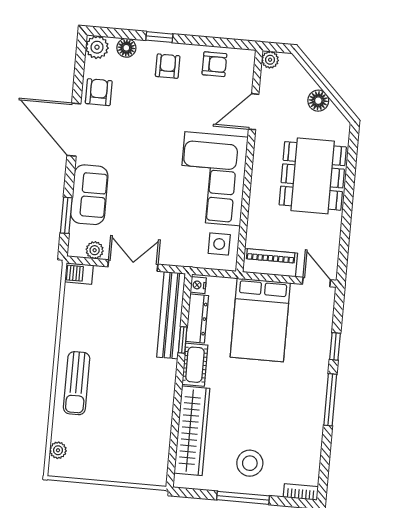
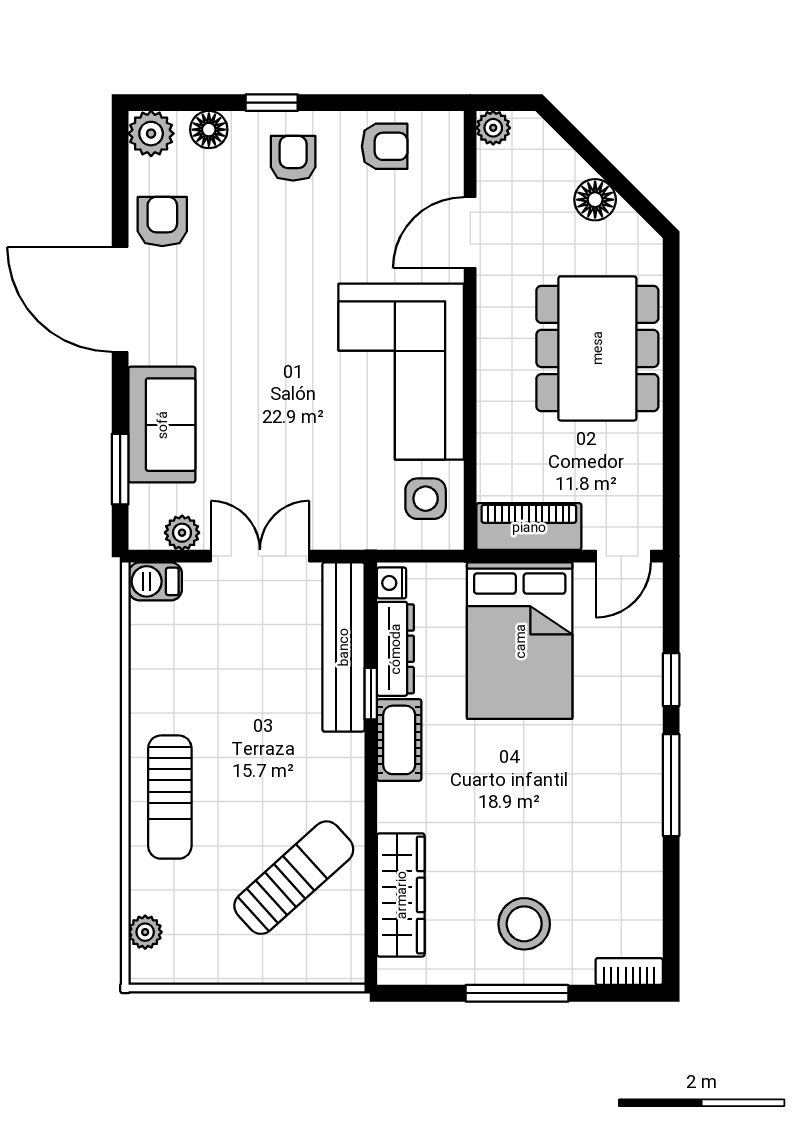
door: (316, 282) -> (623, 556), swing flipped
sun lounger: (136, 429) -> (294, 878), added
wardrobe: (192, 431) -> (401, 895), width x0.71, depth x0.85

